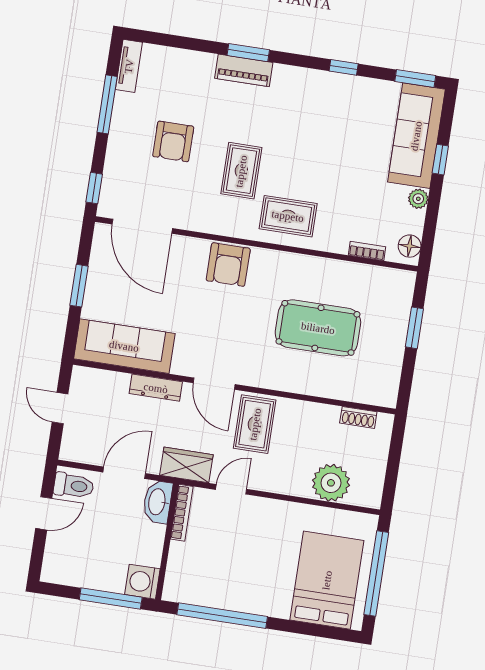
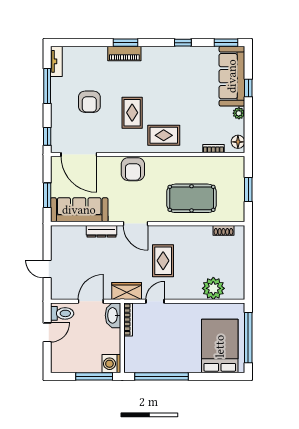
sofa: (124, 346) -> (79, 210), moved
door: (214, 384) -> (135, 224), moved
wall: (234, 387) -> (148, 224), moved
dresser: (156, 388) -> (101, 231), moved
shoe rack: (358, 417) -> (223, 230), moved

